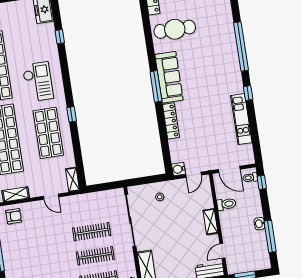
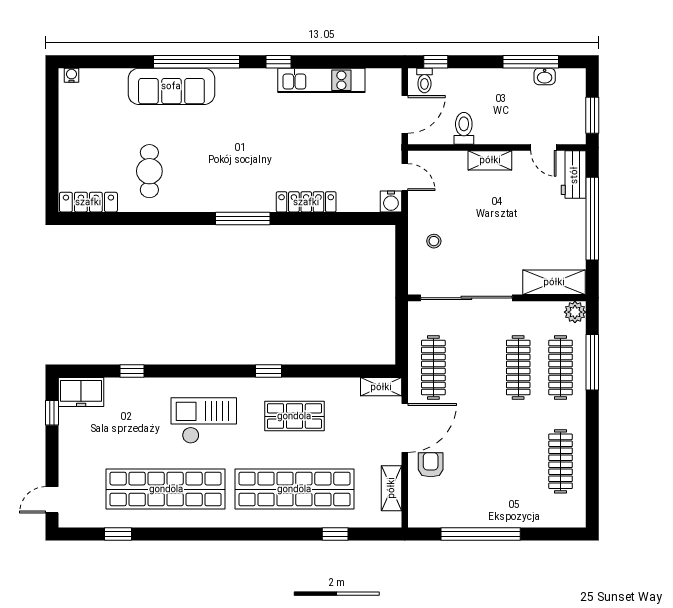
cafe table: (175, 29) -> (149, 171), width x0.73, depth x0.74
sofa: (169, 77) -> (171, 86), moved, turned 180
shop shelf: (48, 133) -> (294, 416), width x0.70, depth x0.74
door: (51, 197) -> (405, 428), width x1.88
armchair: (14, 216) -> (431, 465), moved
washbasin: (260, 224) -> (545, 76), moved
clothes rail: (92, 232) -> (433, 367), moved

